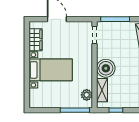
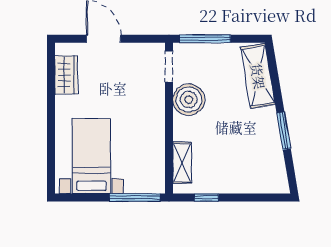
boiler: (106, 68) -> (189, 100), moved
bed with nightstands: (51, 70) -> (91, 156), moved, turned -90
plant: (87, 95) -> (155, 171), removed

